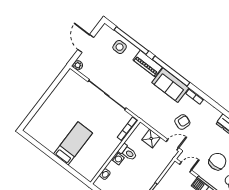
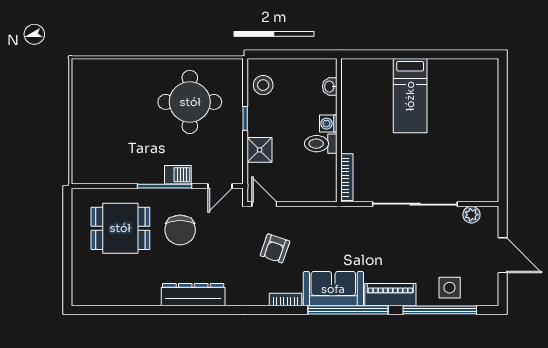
plant: (78, 65) -> (471, 215), moved
shower: (151, 139) -> (260, 150), moved
door: (172, 145) -> (264, 204), swing flipped

